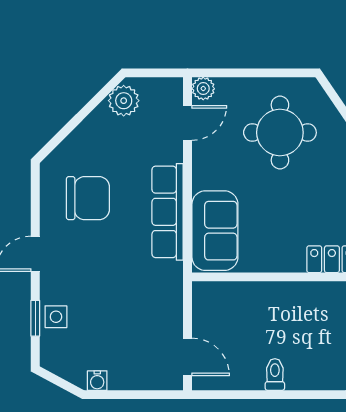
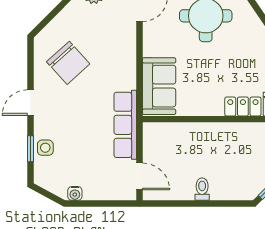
chair: (88, 198) -> (68, 63), turned 48
row of seats: (168, 212) -> (125, 125), moved

